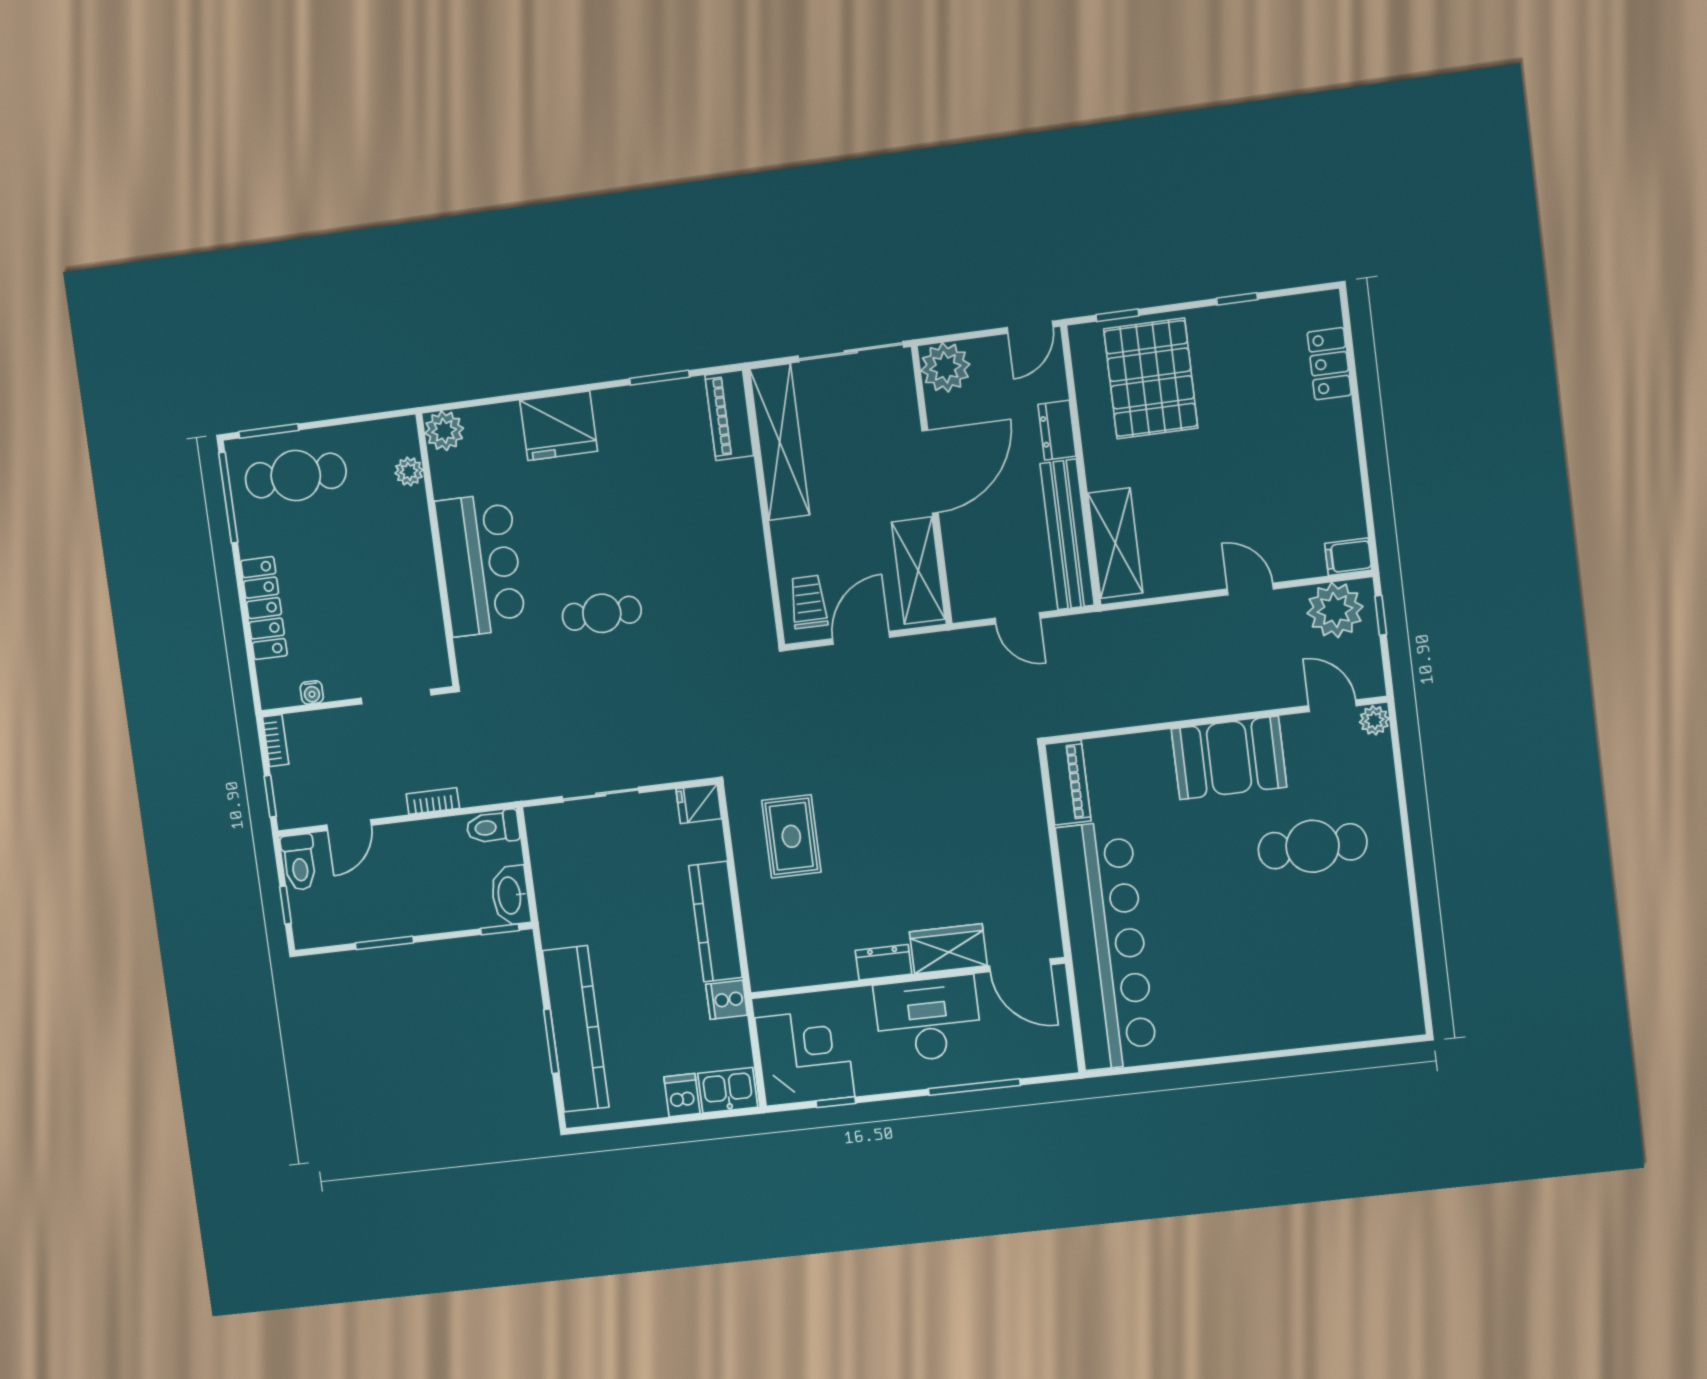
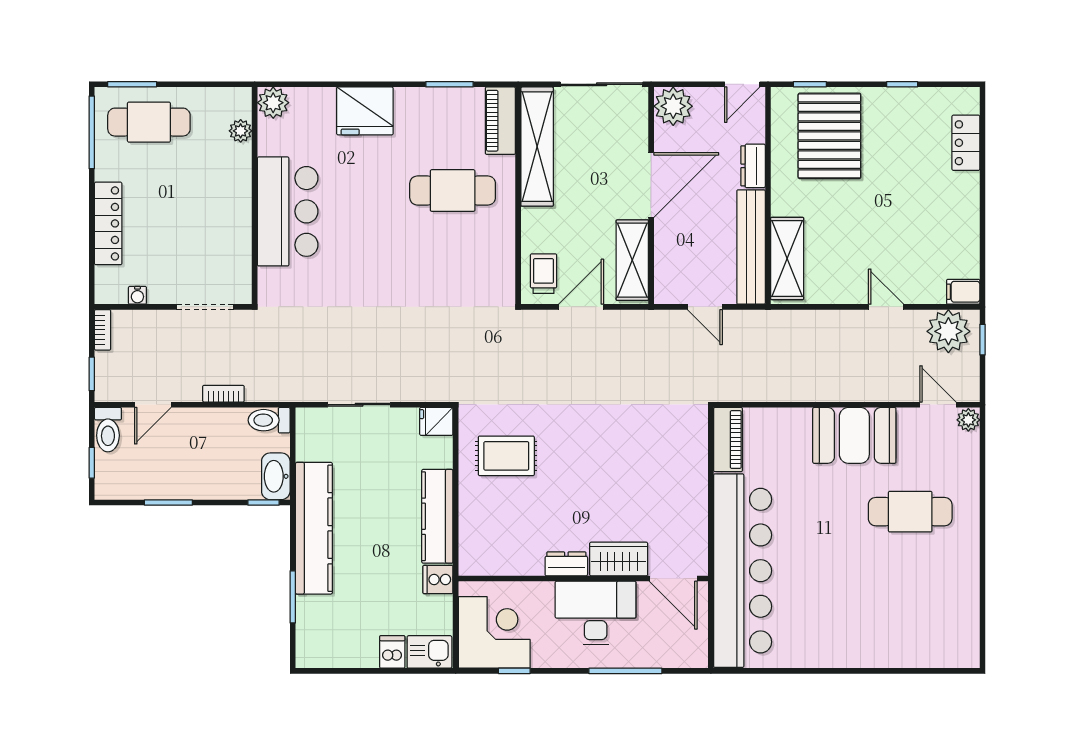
cafe table: (602, 613) -> (453, 191), moved, width x1.37, depth x1.35
rug: (791, 836) -> (506, 456), turned 90
kitchen counter: (576, 1029) -> (314, 528), moved

